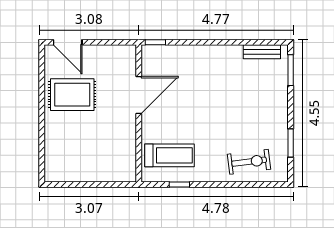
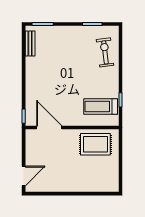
rug: (72, 95) -> (95, 144), moved, turned 90
door: (139, 95) -> (49, 128), moved
treadmill: (170, 155) -> (101, 107), turned -90

